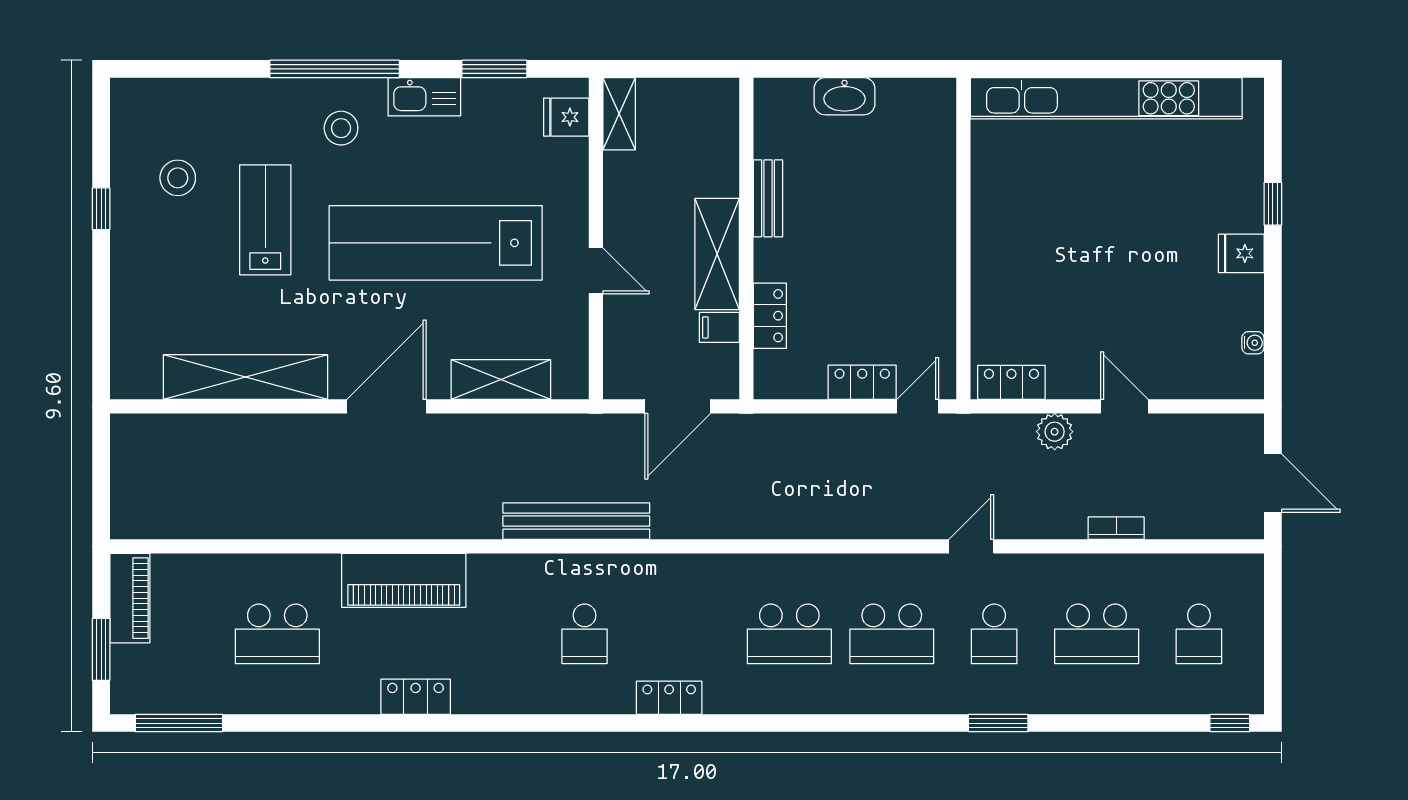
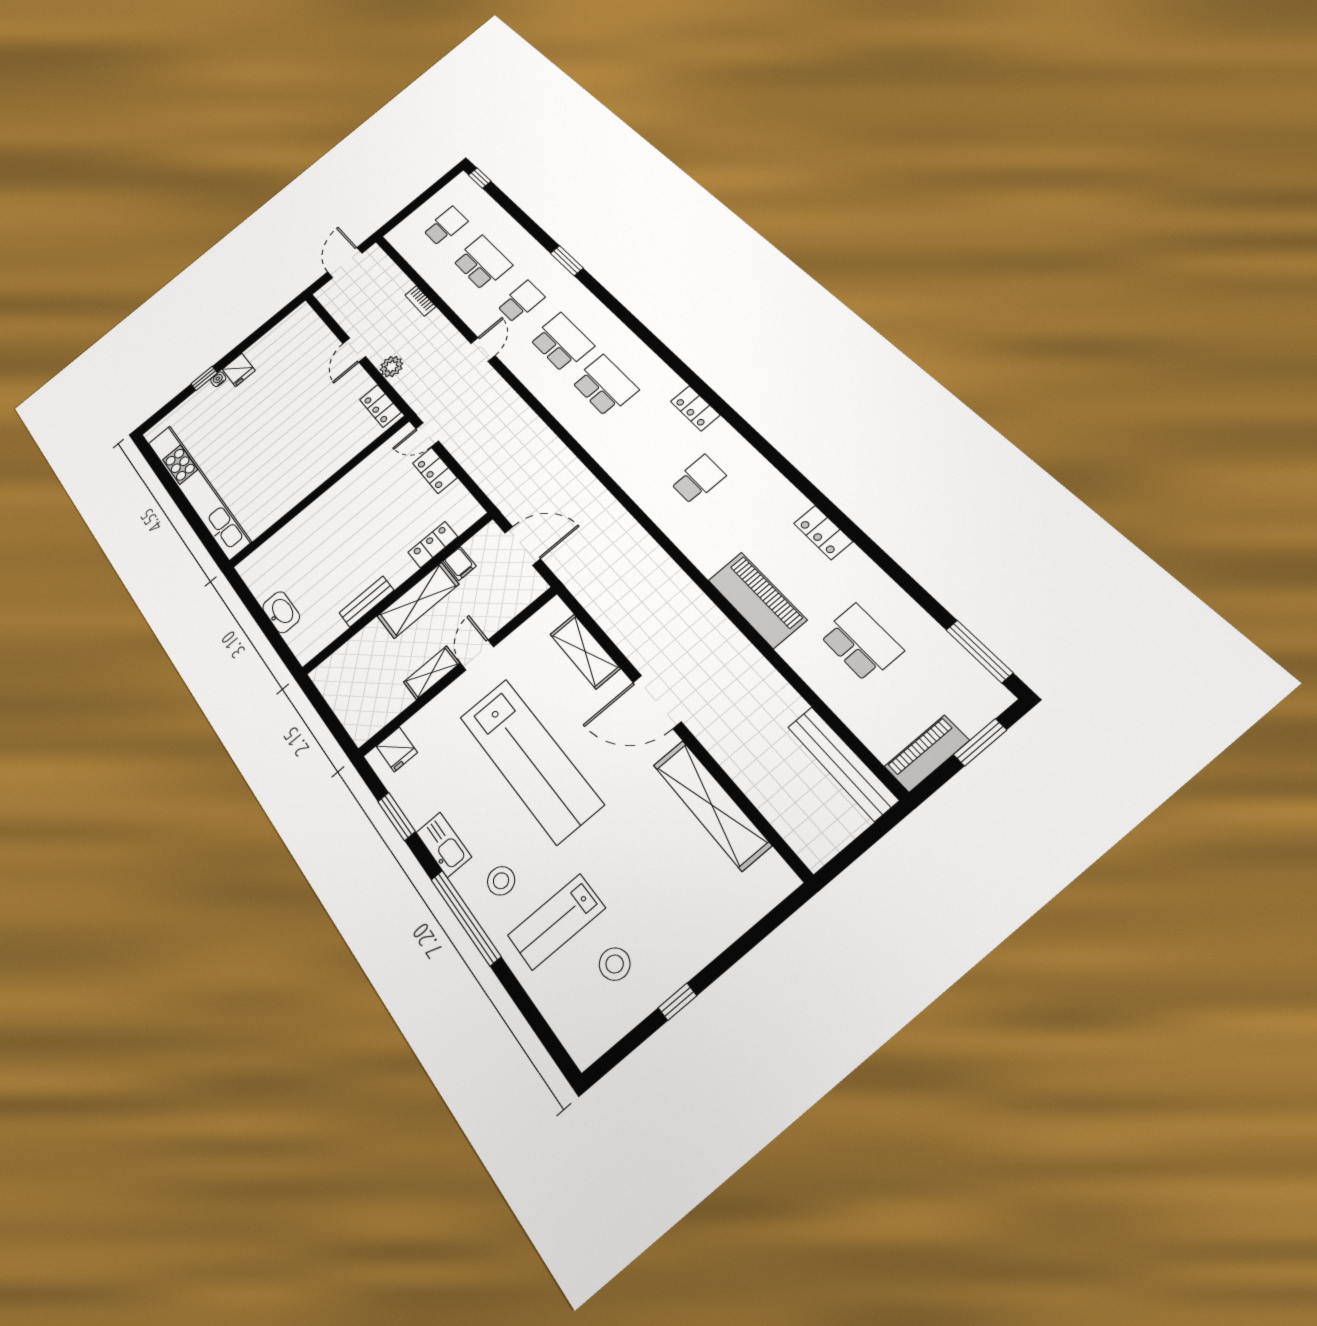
shelving: (619, 114) -> (432, 673), moved
lab bench: (265, 220) -> (556, 922), moved
water cooler: (1253, 343) -> (218, 379), moved
bench: (576, 521) -> (842, 763), moved
door: (971, 546) -> (483, 349), swing flipped

